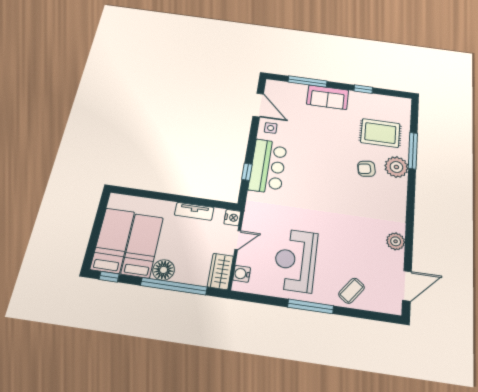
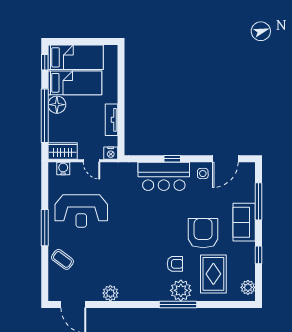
plant: (397, 103) -> (248, 287), added
armchair: (335, 137) -> (203, 233), added
window: (413, 151) -> (178, 304), moved
armchair: (366, 169) -> (175, 264), turned 99
window: (247, 172) -> (172, 159), moved
reception desk: (295, 260) -> (81, 211), turned 180

